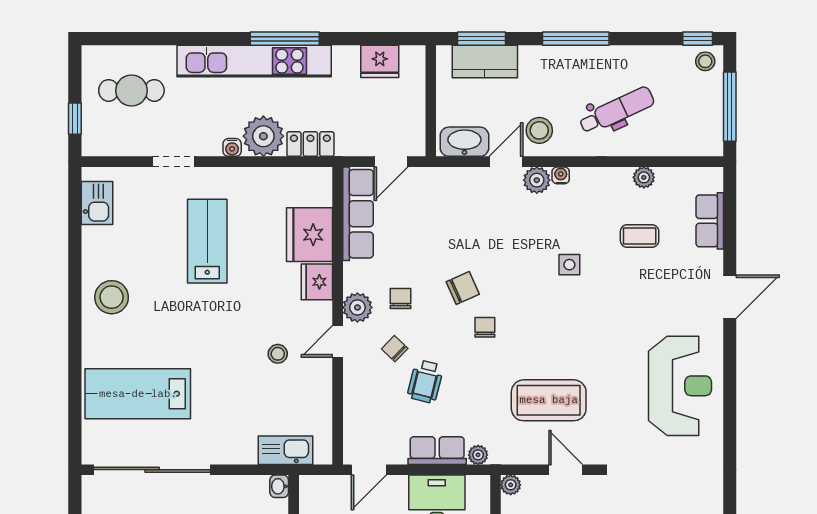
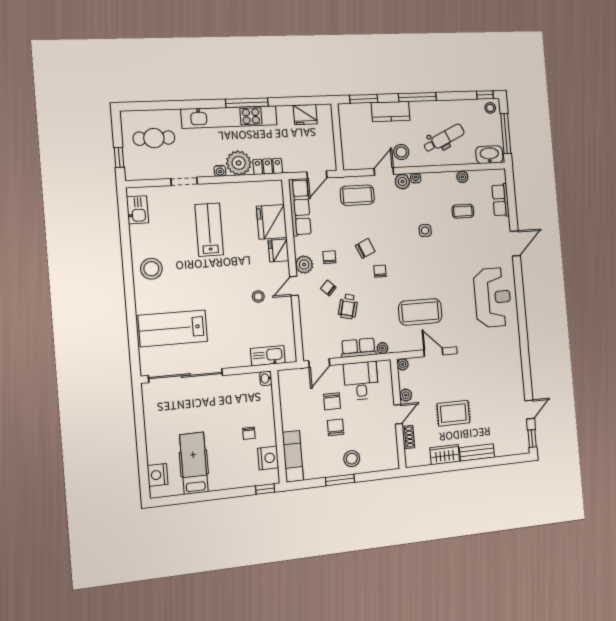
kitchen counter: (485, 61) -> (391, 111), moved
washbasin: (464, 142) -> (489, 155), moved
coffee table: (457, 199) -> (357, 195), added

